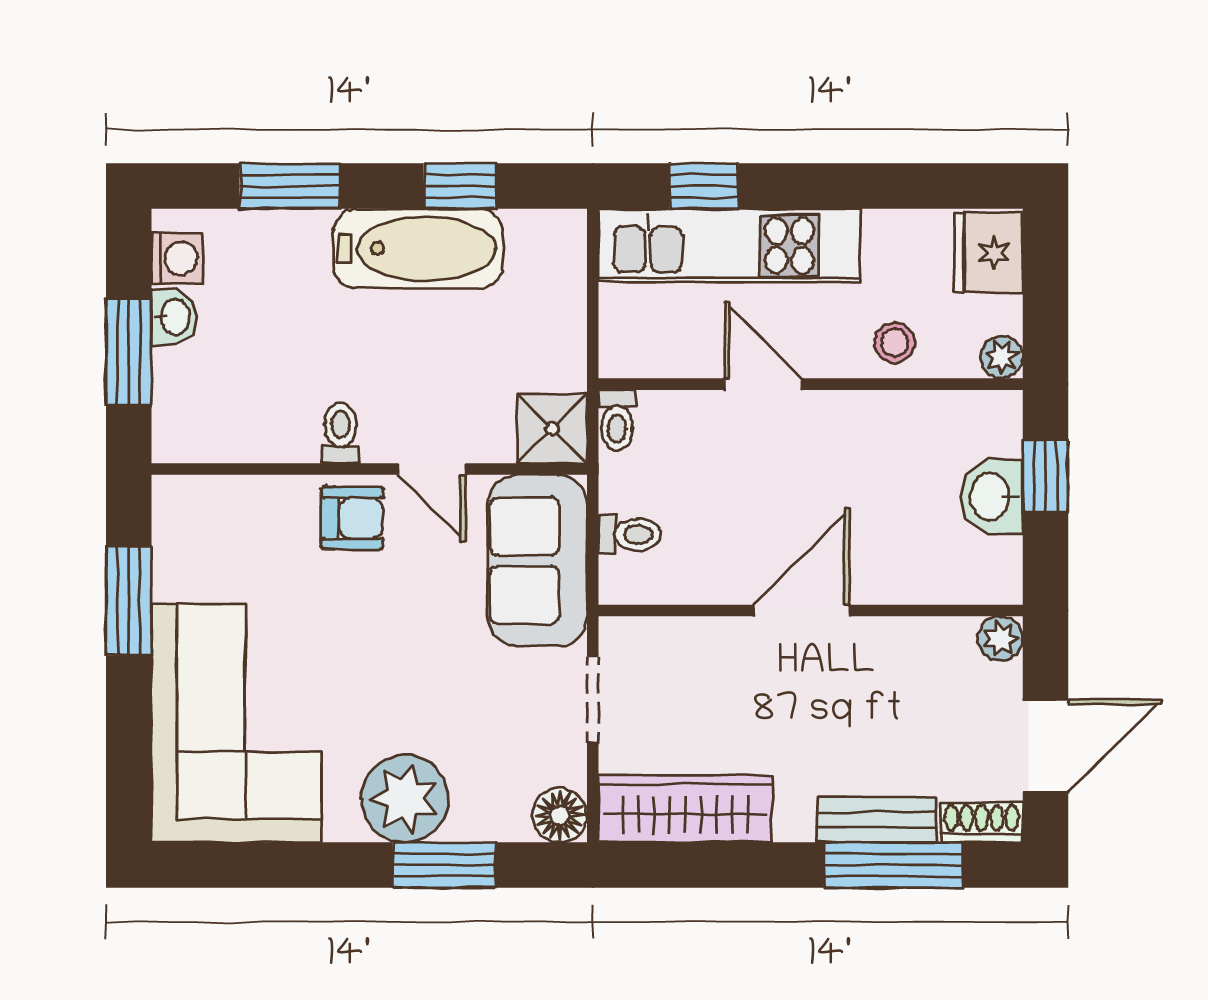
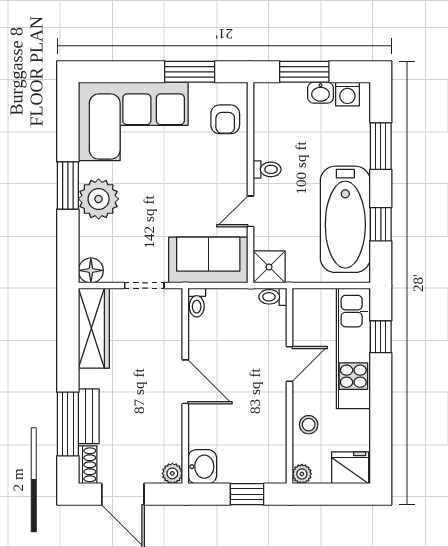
bathtub: (418, 249) -> (345, 219), width x1.36, depth x1.36
washbasin: (992, 496) -> (202, 467), moved, turned 90
armchair: (352, 518) -> (225, 119), moved
toilet: (630, 535) -> (197, 303), moved
window: (444, 865) -> (68, 185), moved

